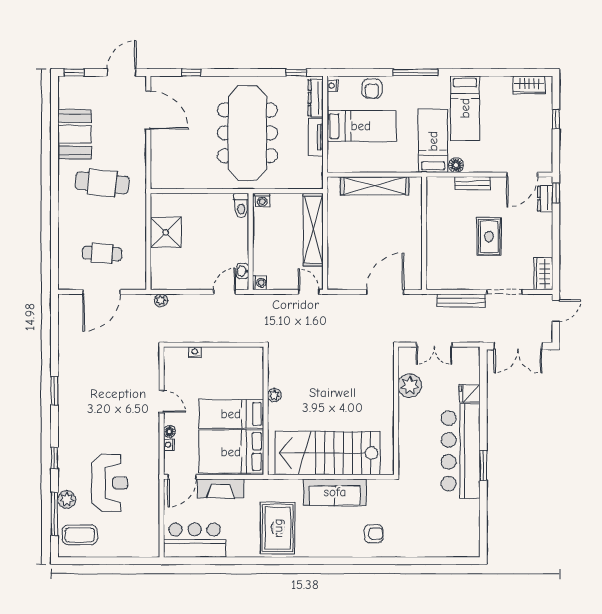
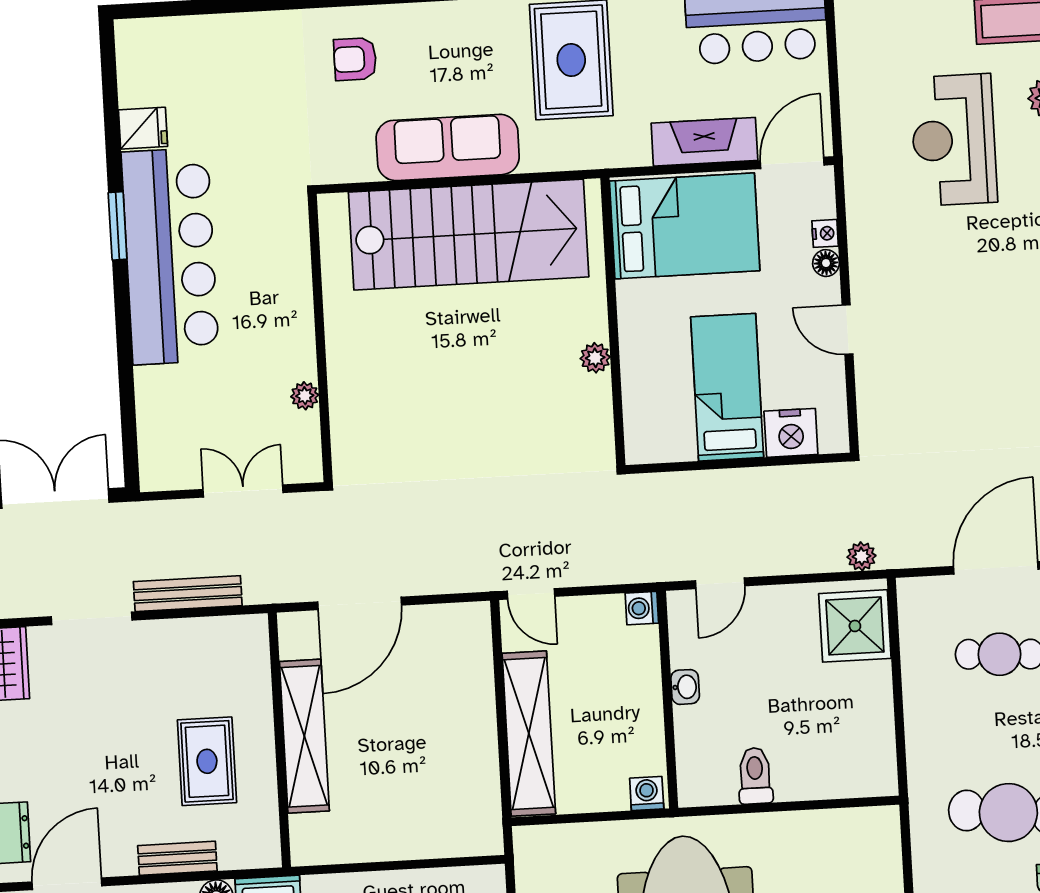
shelving: (375, 186) -> (304, 736), moved, turned 90
toilet: (241, 205) -> (755, 776), moved
shower: (166, 232) -> (855, 626), moved
rug: (489, 237) -> (207, 761), moved
washbasin: (243, 271) -> (685, 687), moved
nightstand: (195, 352) -> (791, 433), width x1.89, depth x1.79
plant: (410, 385) -> (305, 396), width x0.53, depth x0.53
fridge: (470, 393) -> (143, 128), moved
bed: (231, 414) -> (727, 387), moved, turned -90

